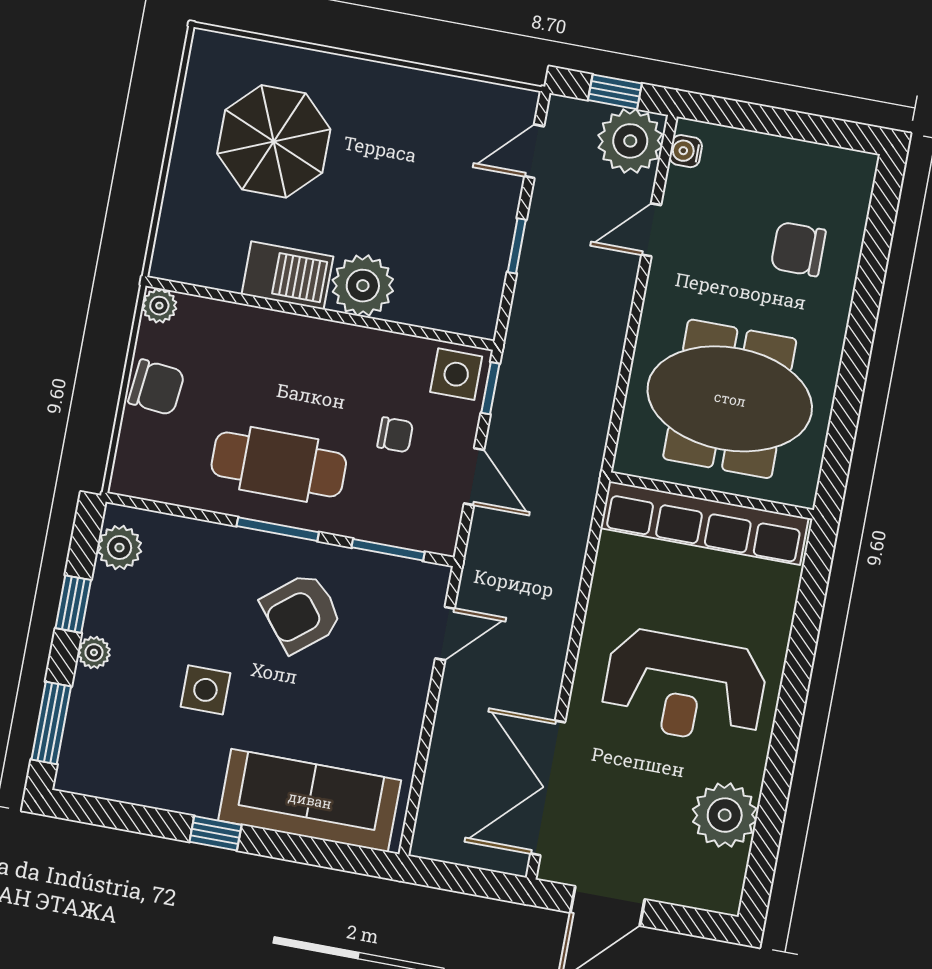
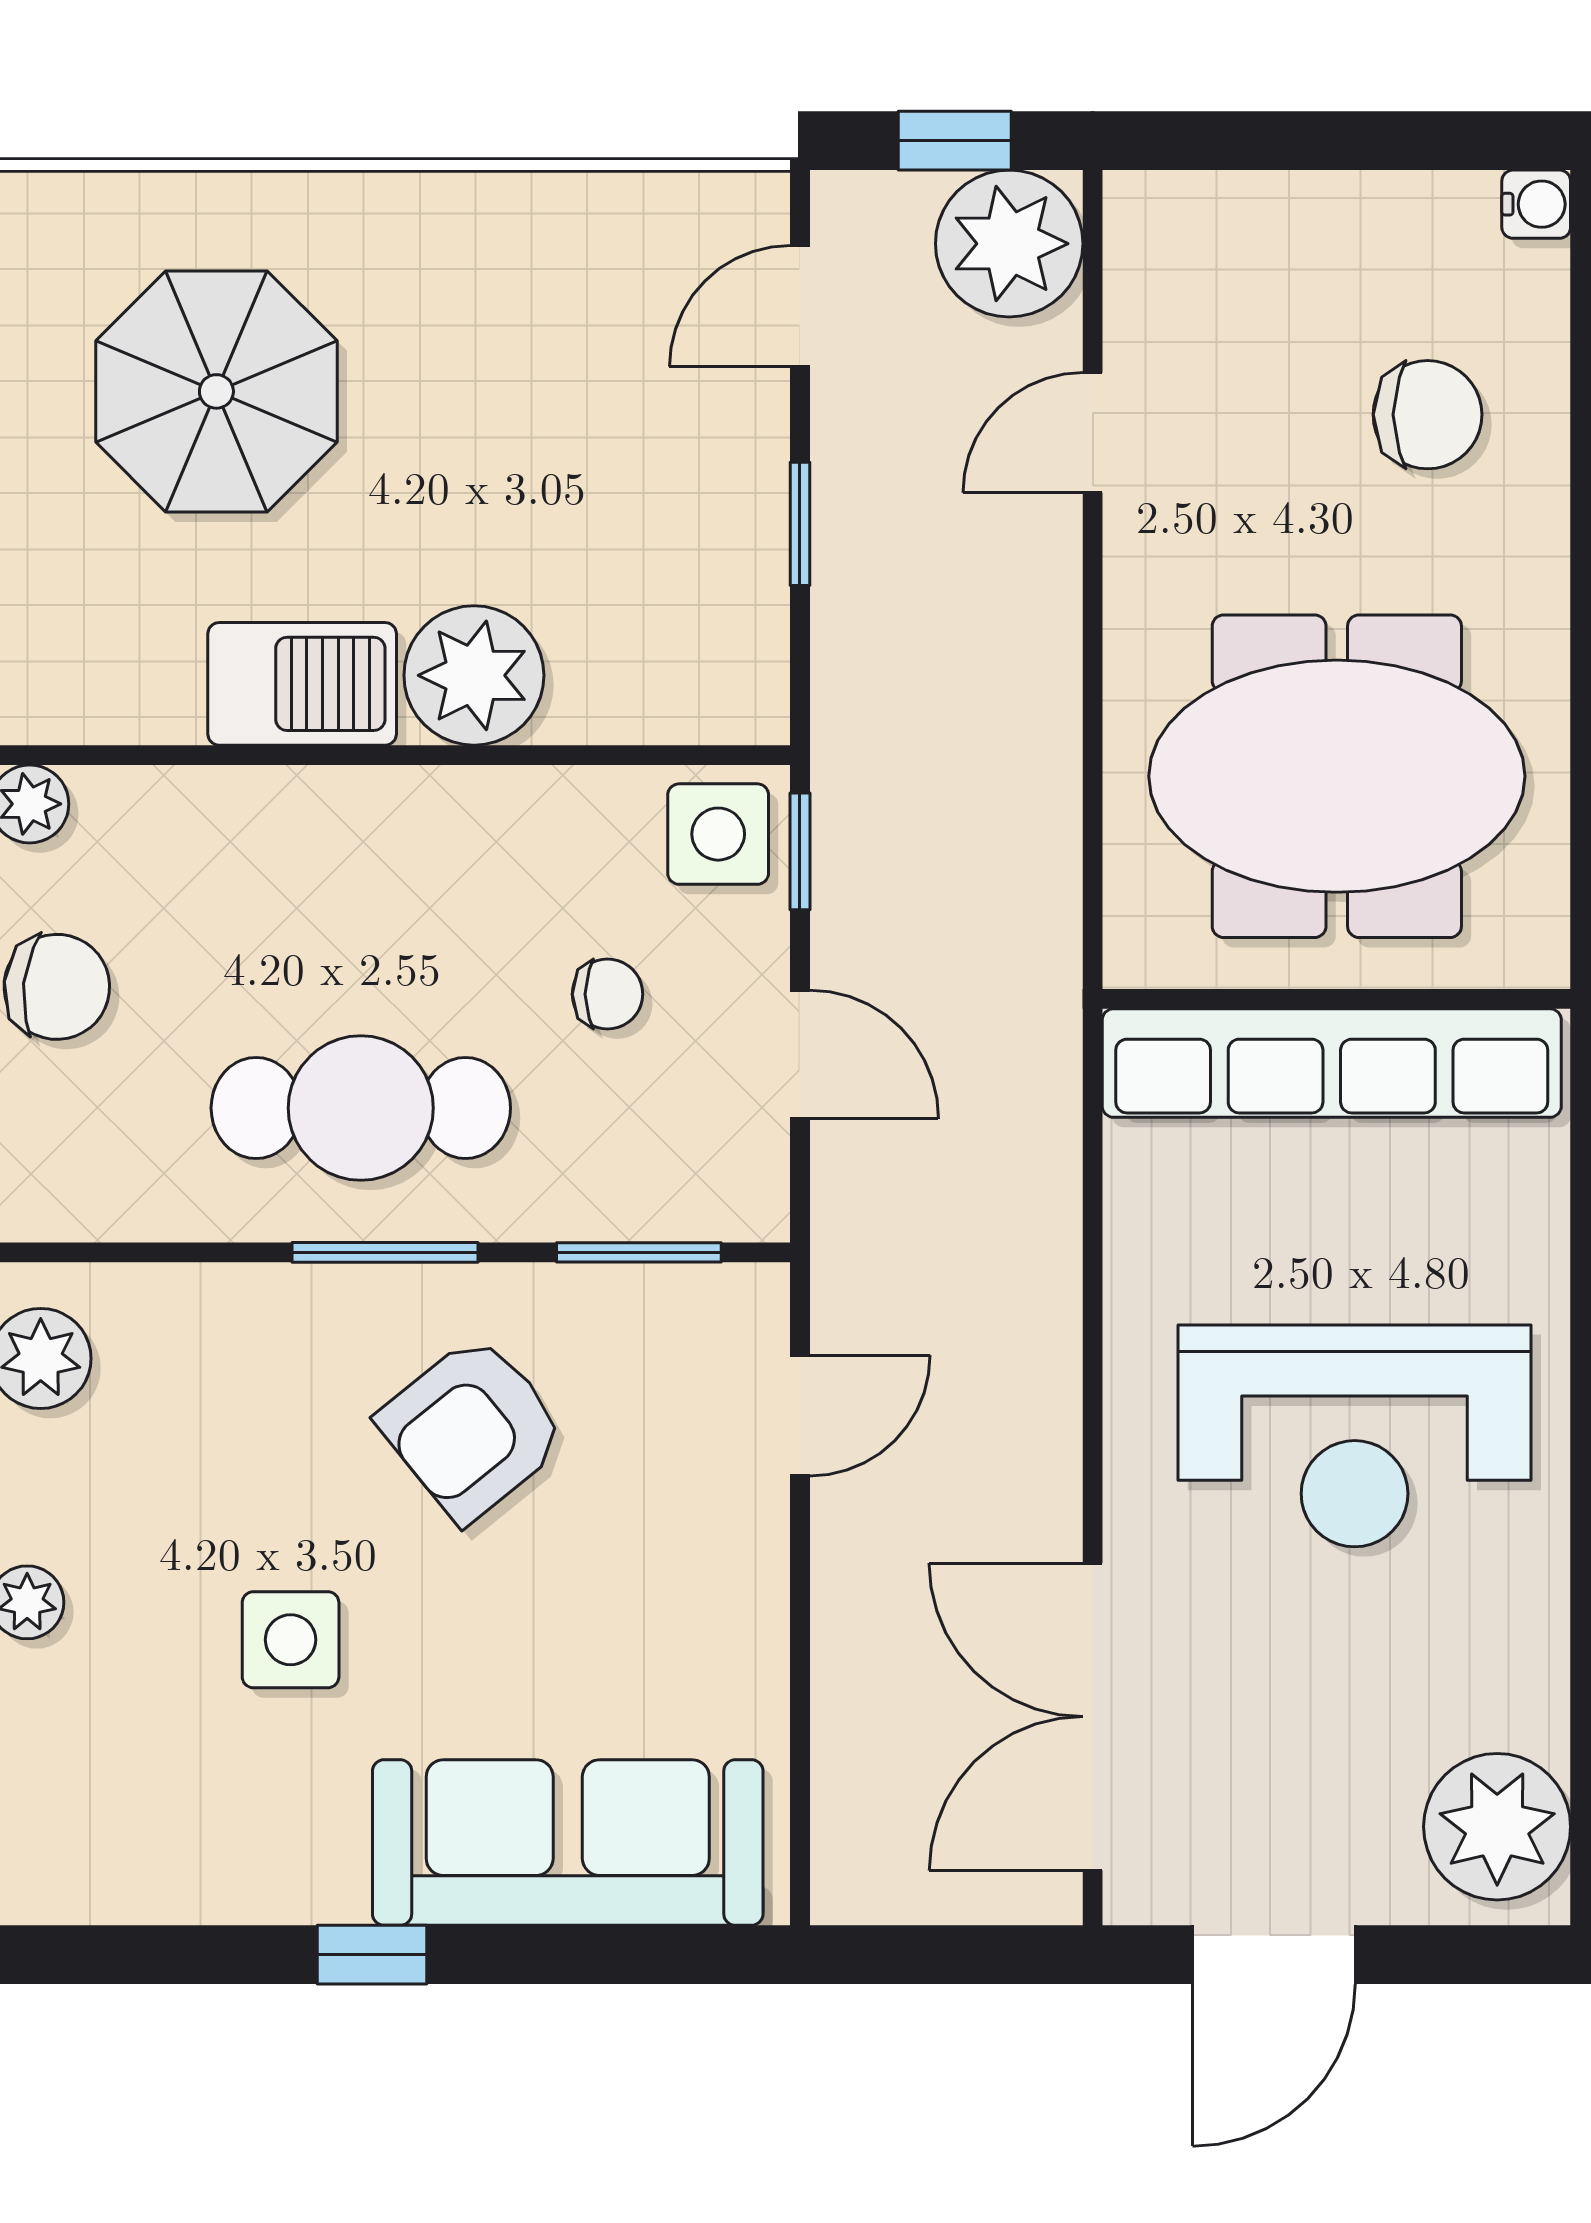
water cooler: (686, 151) -> (1536, 204), moved, turned 180
chair: (798, 249) -> (1428, 415), turned 180
plant: (725, 815) -> (1497, 1827), moved

